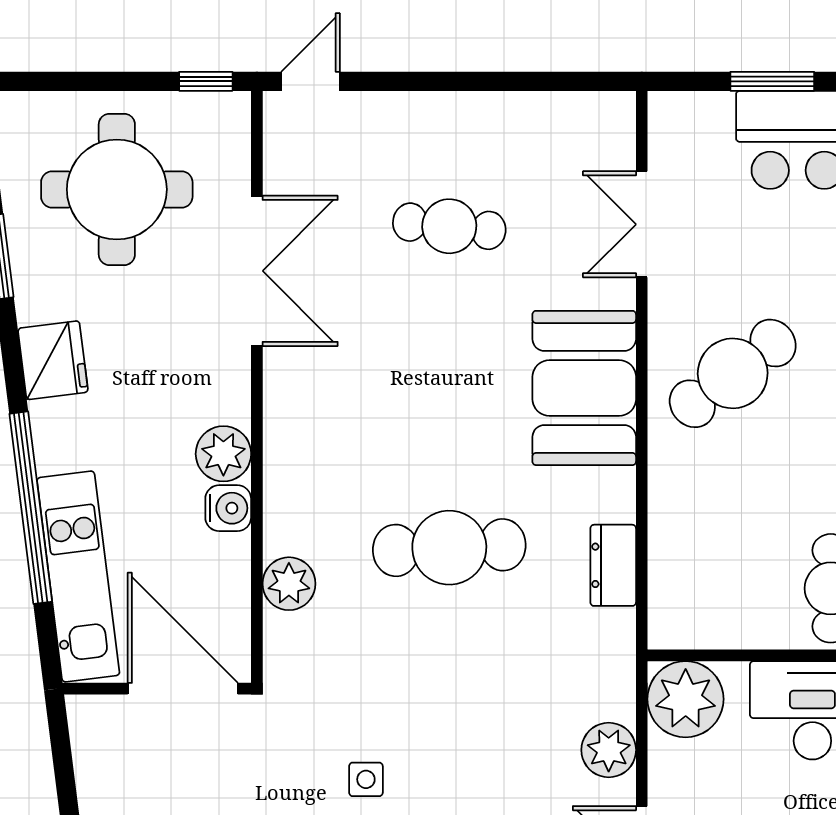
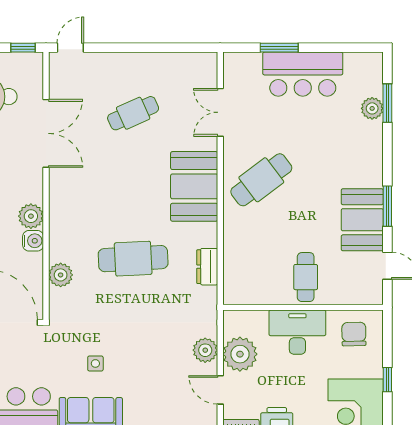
cafe table: (449, 226) -> (133, 113), turned -30
plant: (686, 699) -> (240, 354), moved

